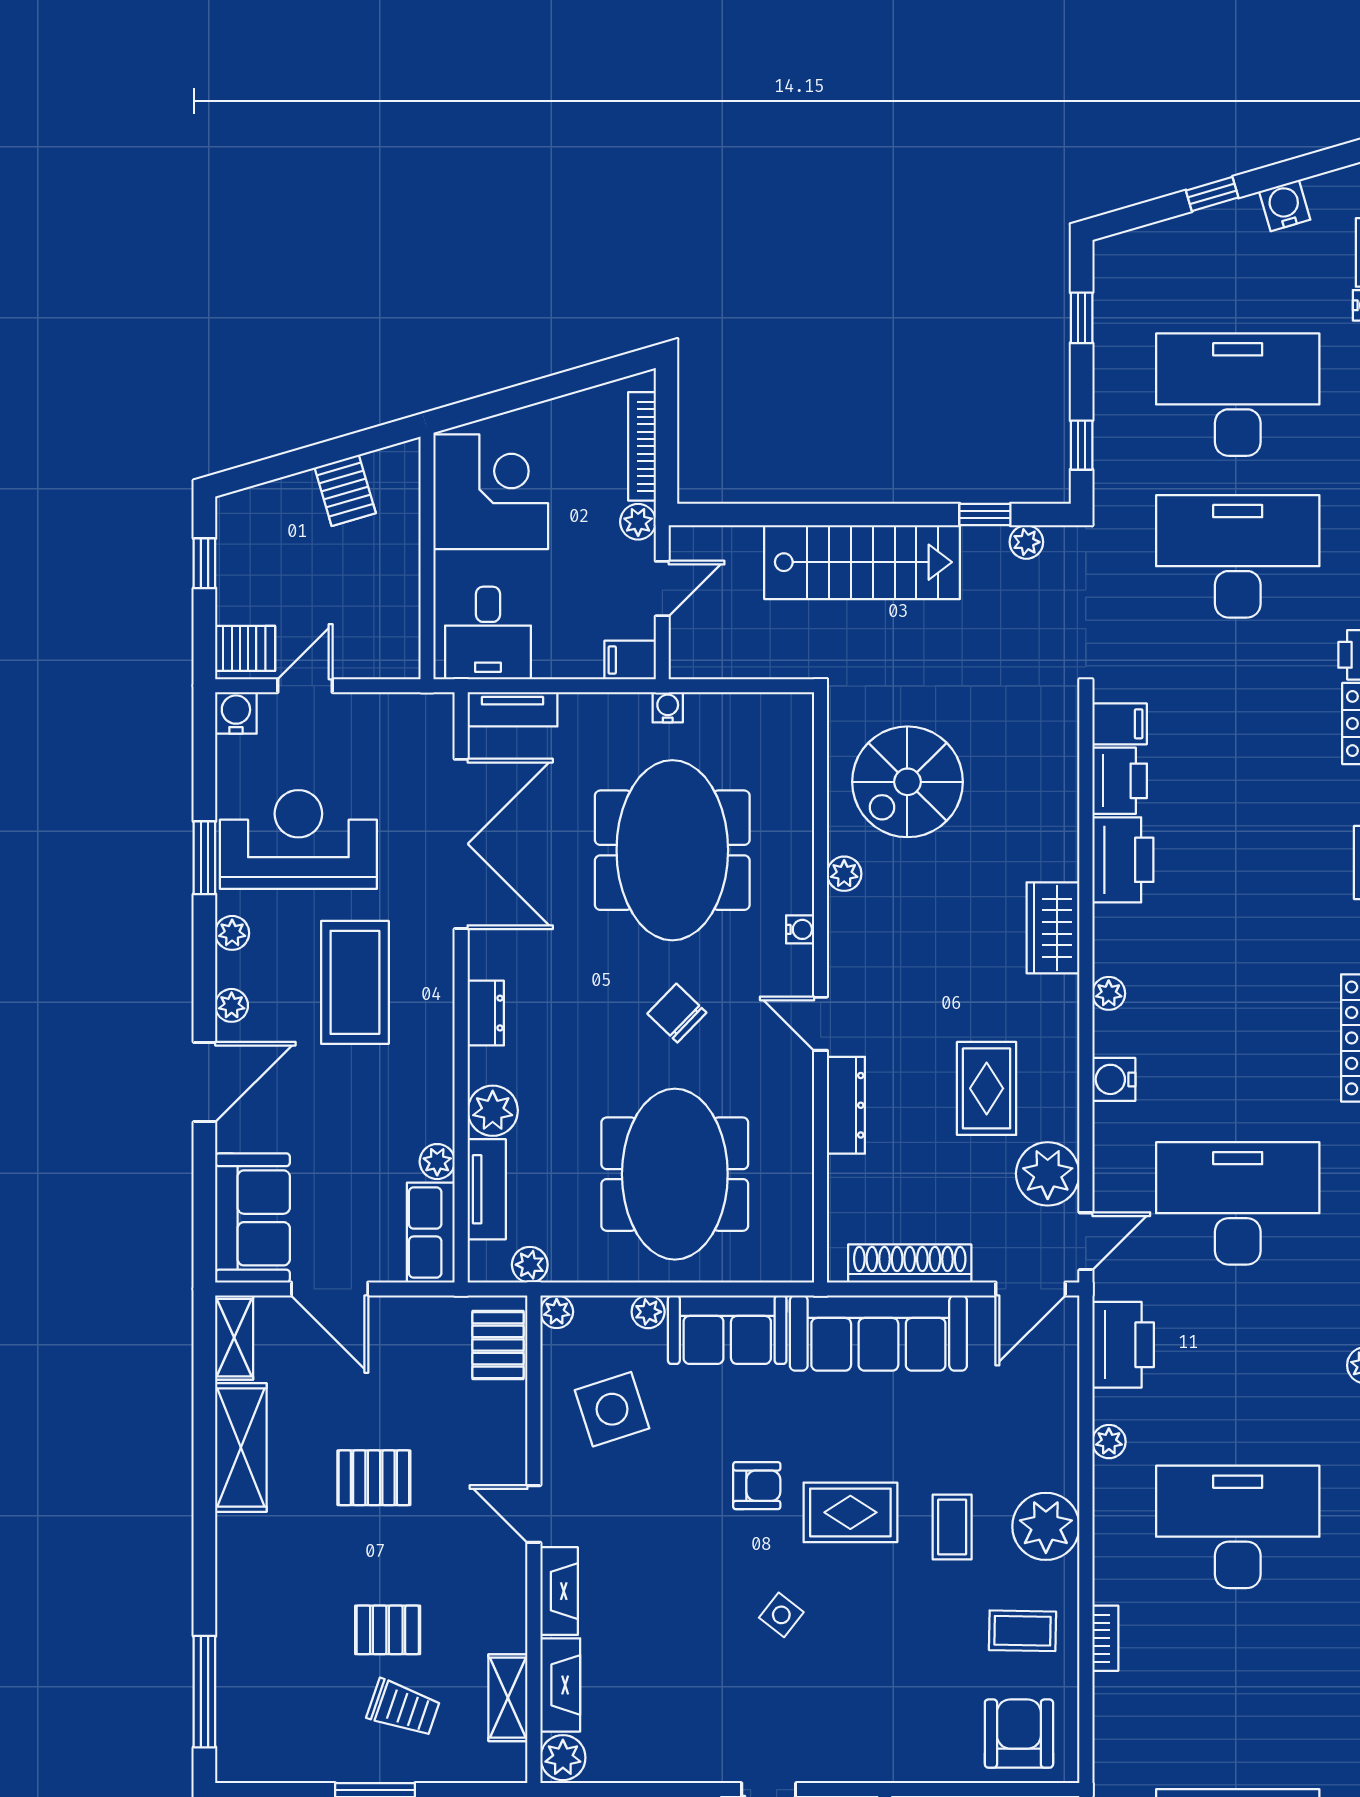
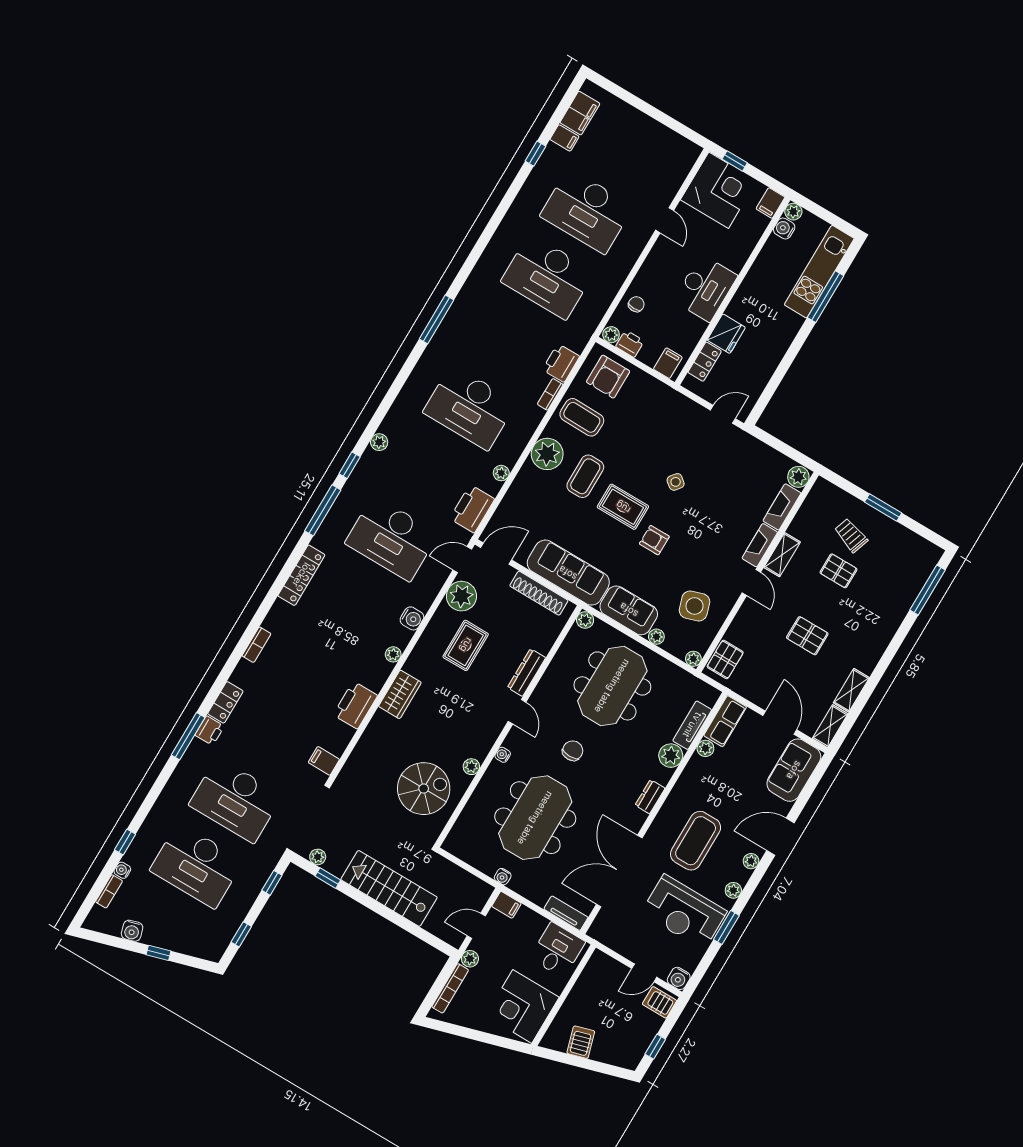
printer: (1120, 781) -> (561, 363), moved
chair: (677, 1013) -> (573, 751), turned -134
plant: (530, 1265) -> (585, 620), moved
shelving: (241, 1447) -> (851, 690), width x0.67, depth x0.75
coffee table: (952, 1527) -> (585, 476), width x1.36, depth x1.30
coffee table: (1022, 1631) -> (582, 417), width x1.36, depth x1.30
shelving: (508, 1698) -> (782, 555), moved

